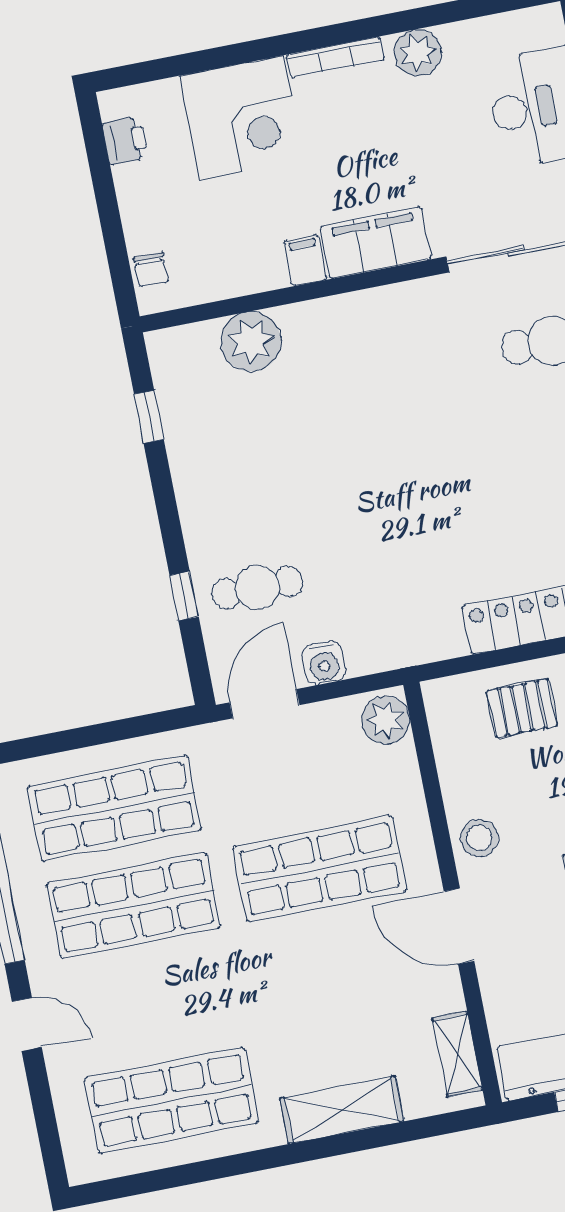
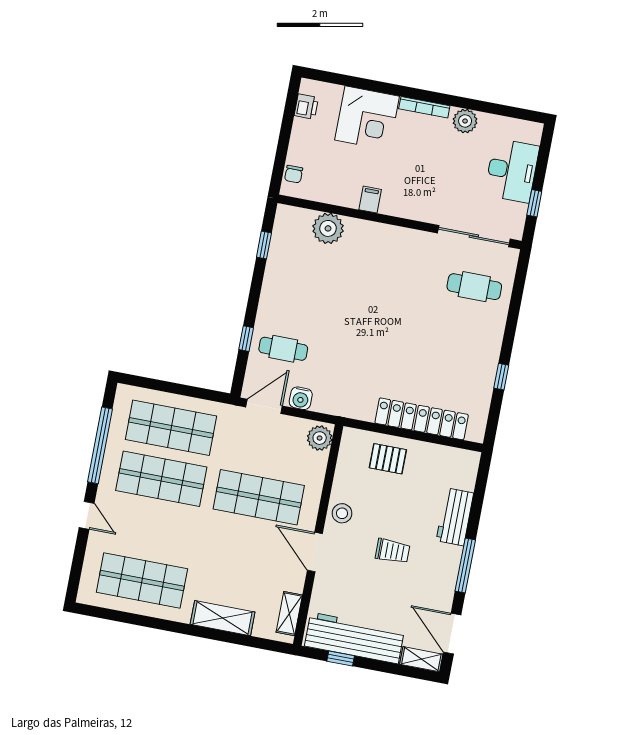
filing cabinet: (376, 243) -> (408, 205), removed

